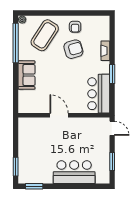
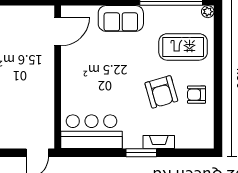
coffee table: (45, 35) -> (183, 47), turned -33
window: (112, 74) -> (141, 153), moved
door: (59, 115) -> (58, 31), moved

